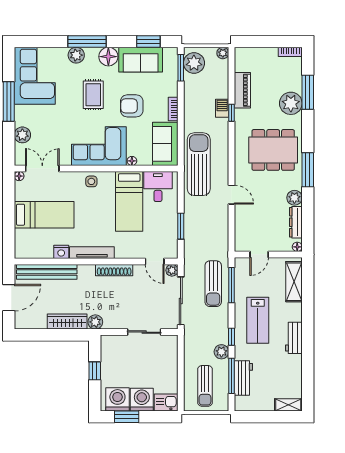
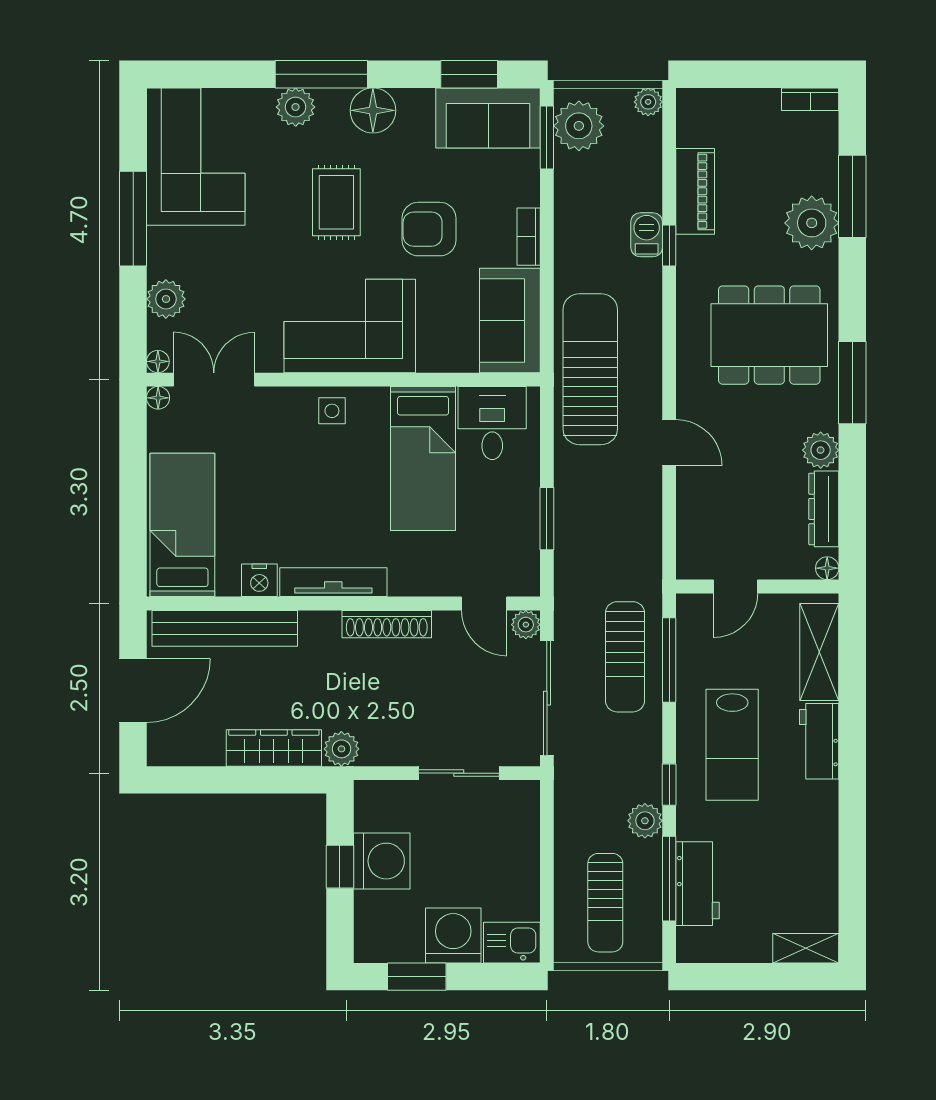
sofa: (141, 60) -> (488, 118), moved
floor lamp: (132, 161) -> (158, 361), moved
bed: (44, 215) -> (182, 525), moved, turned -90
workbench: (294, 338) -> (819, 741), moved
washing machine: (117, 399) -> (382, 861), moved, turned 90

